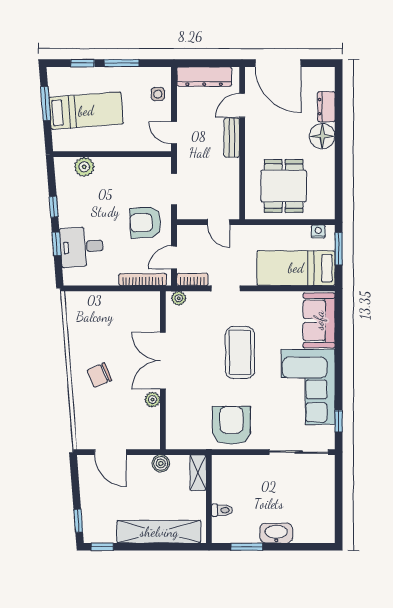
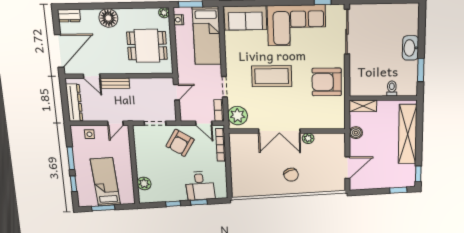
dresser: (326, 107) -> (69, 16), moved
plant: (328, 212) -> (164, 13), added
armchair: (145, 223) -> (180, 143), turned 34
plant: (179, 298) -> (238, 116), width x1.87, depth x1.87

